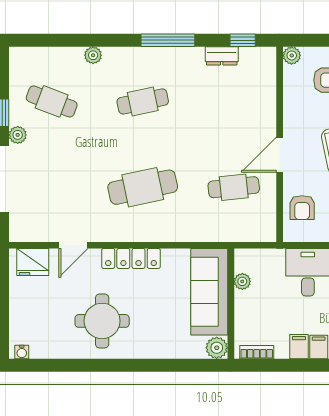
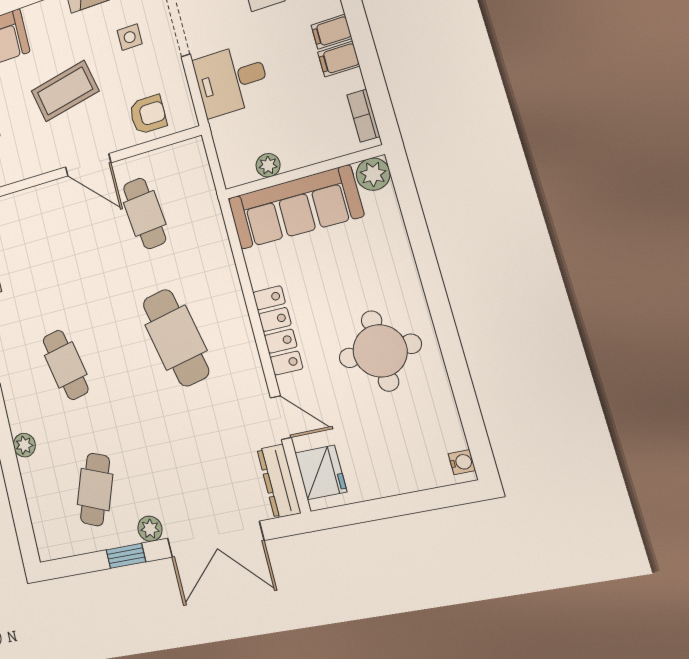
dresser: (32, 233) -> (279, 481), added

